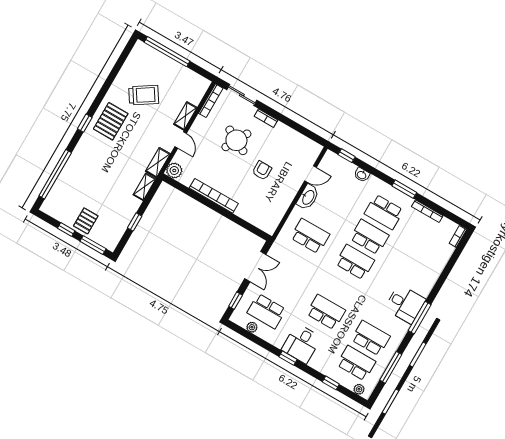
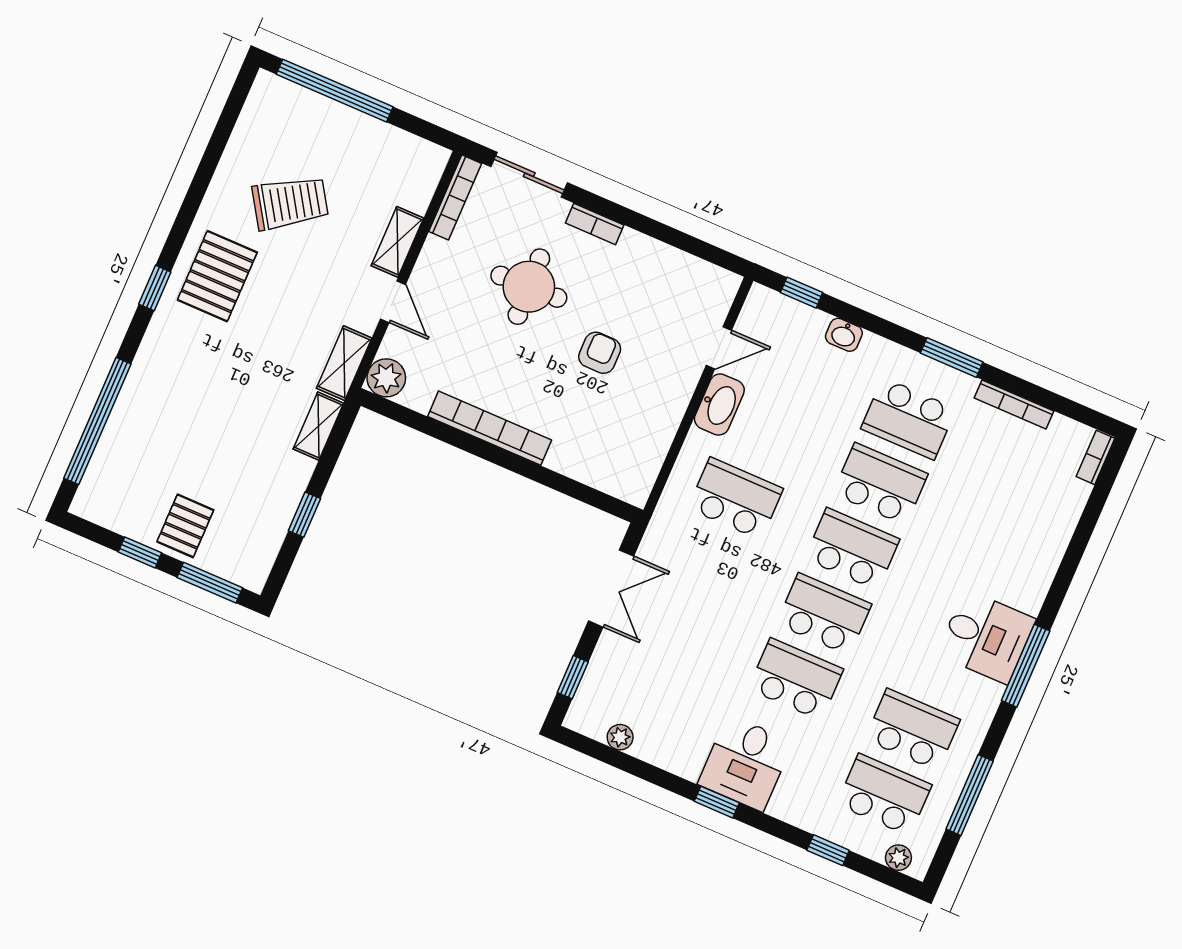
round table: (236, 140) -> (529, 287), turned -30
school desk: (267, 311) -> (824, 614), moved, turned 180

